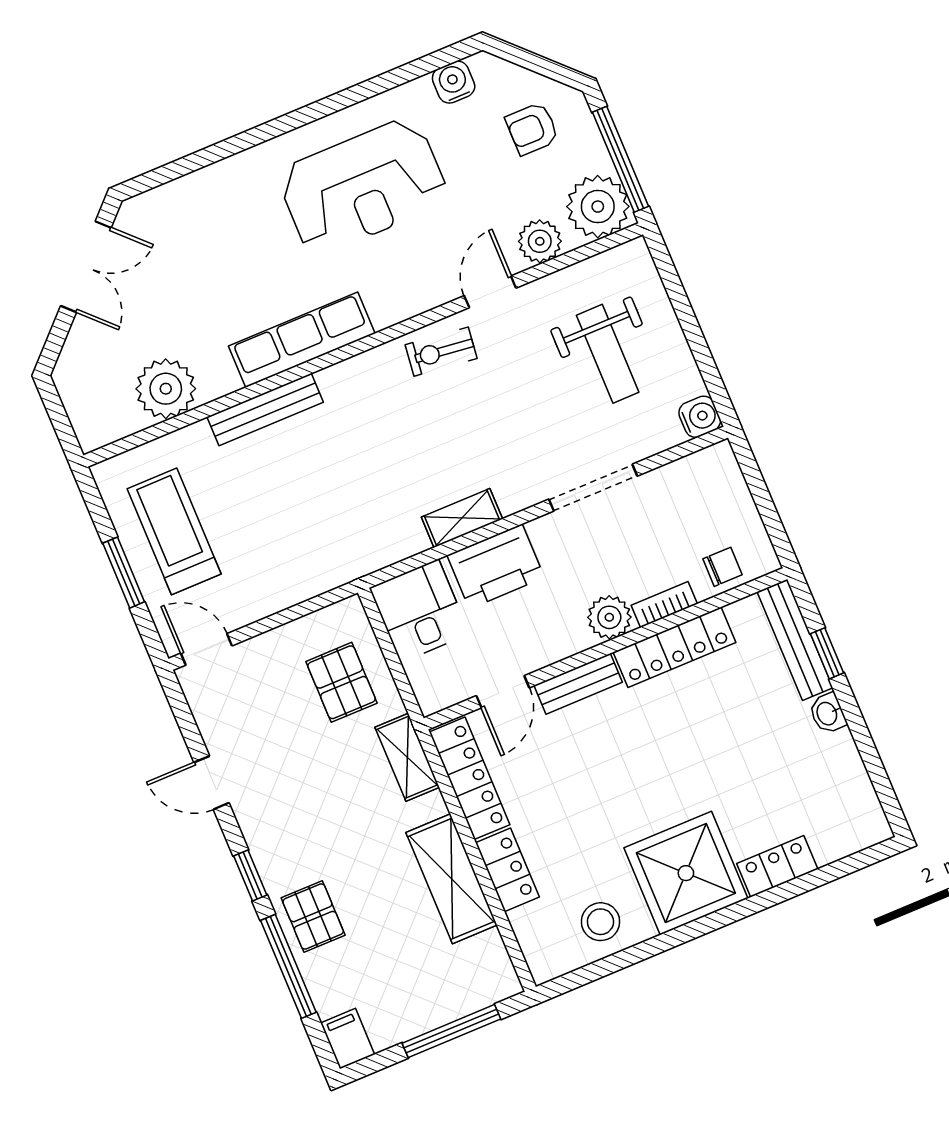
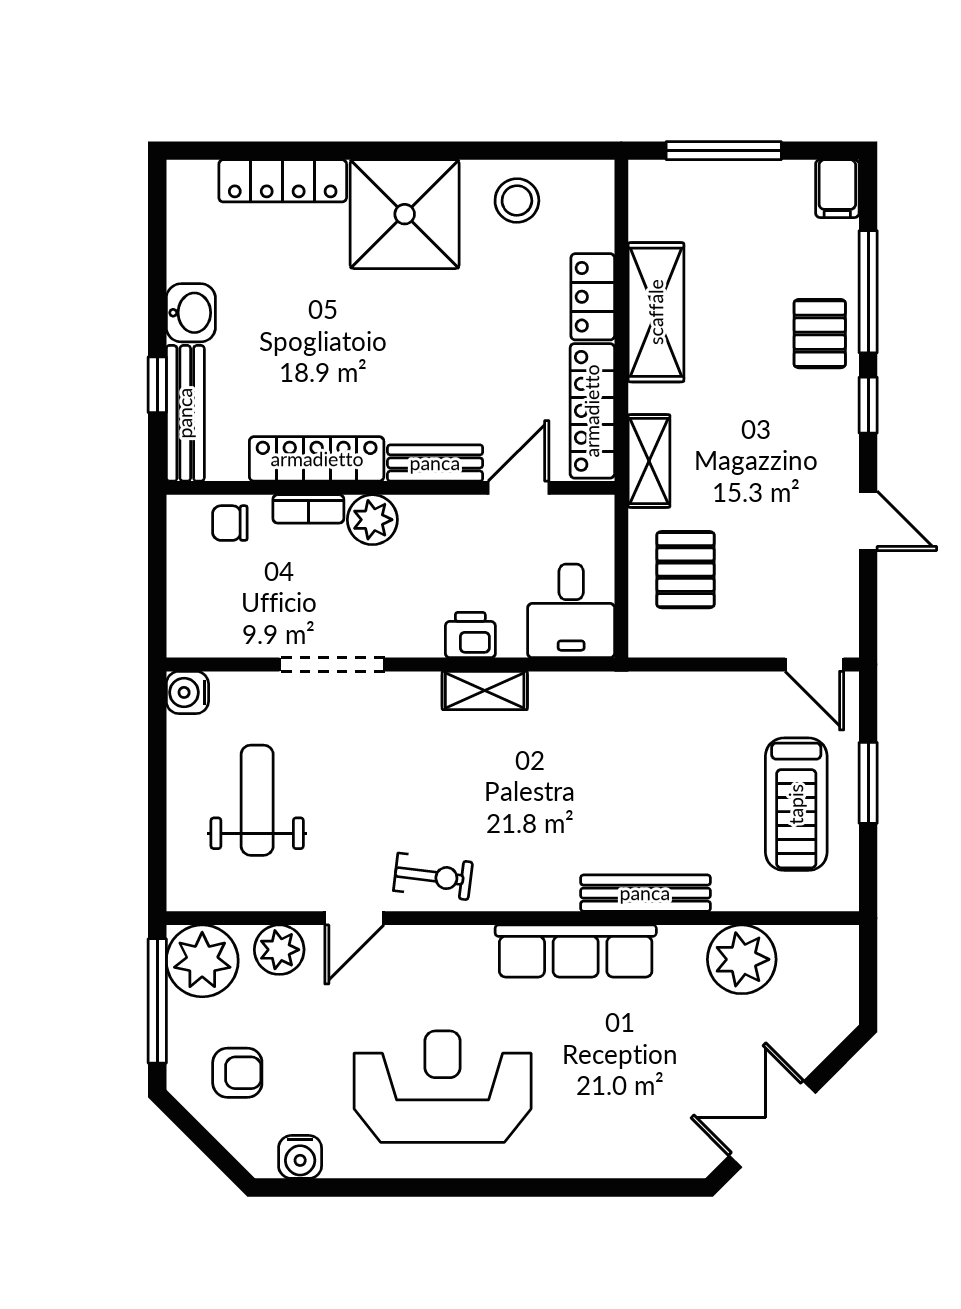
printer: (496, 566) -> (470, 635), width x0.53, depth x0.68
washbasin: (828, 713) -> (191, 313), width x1.38, depth x1.45
locker: (777, 866) -> (283, 181), width x1.53

